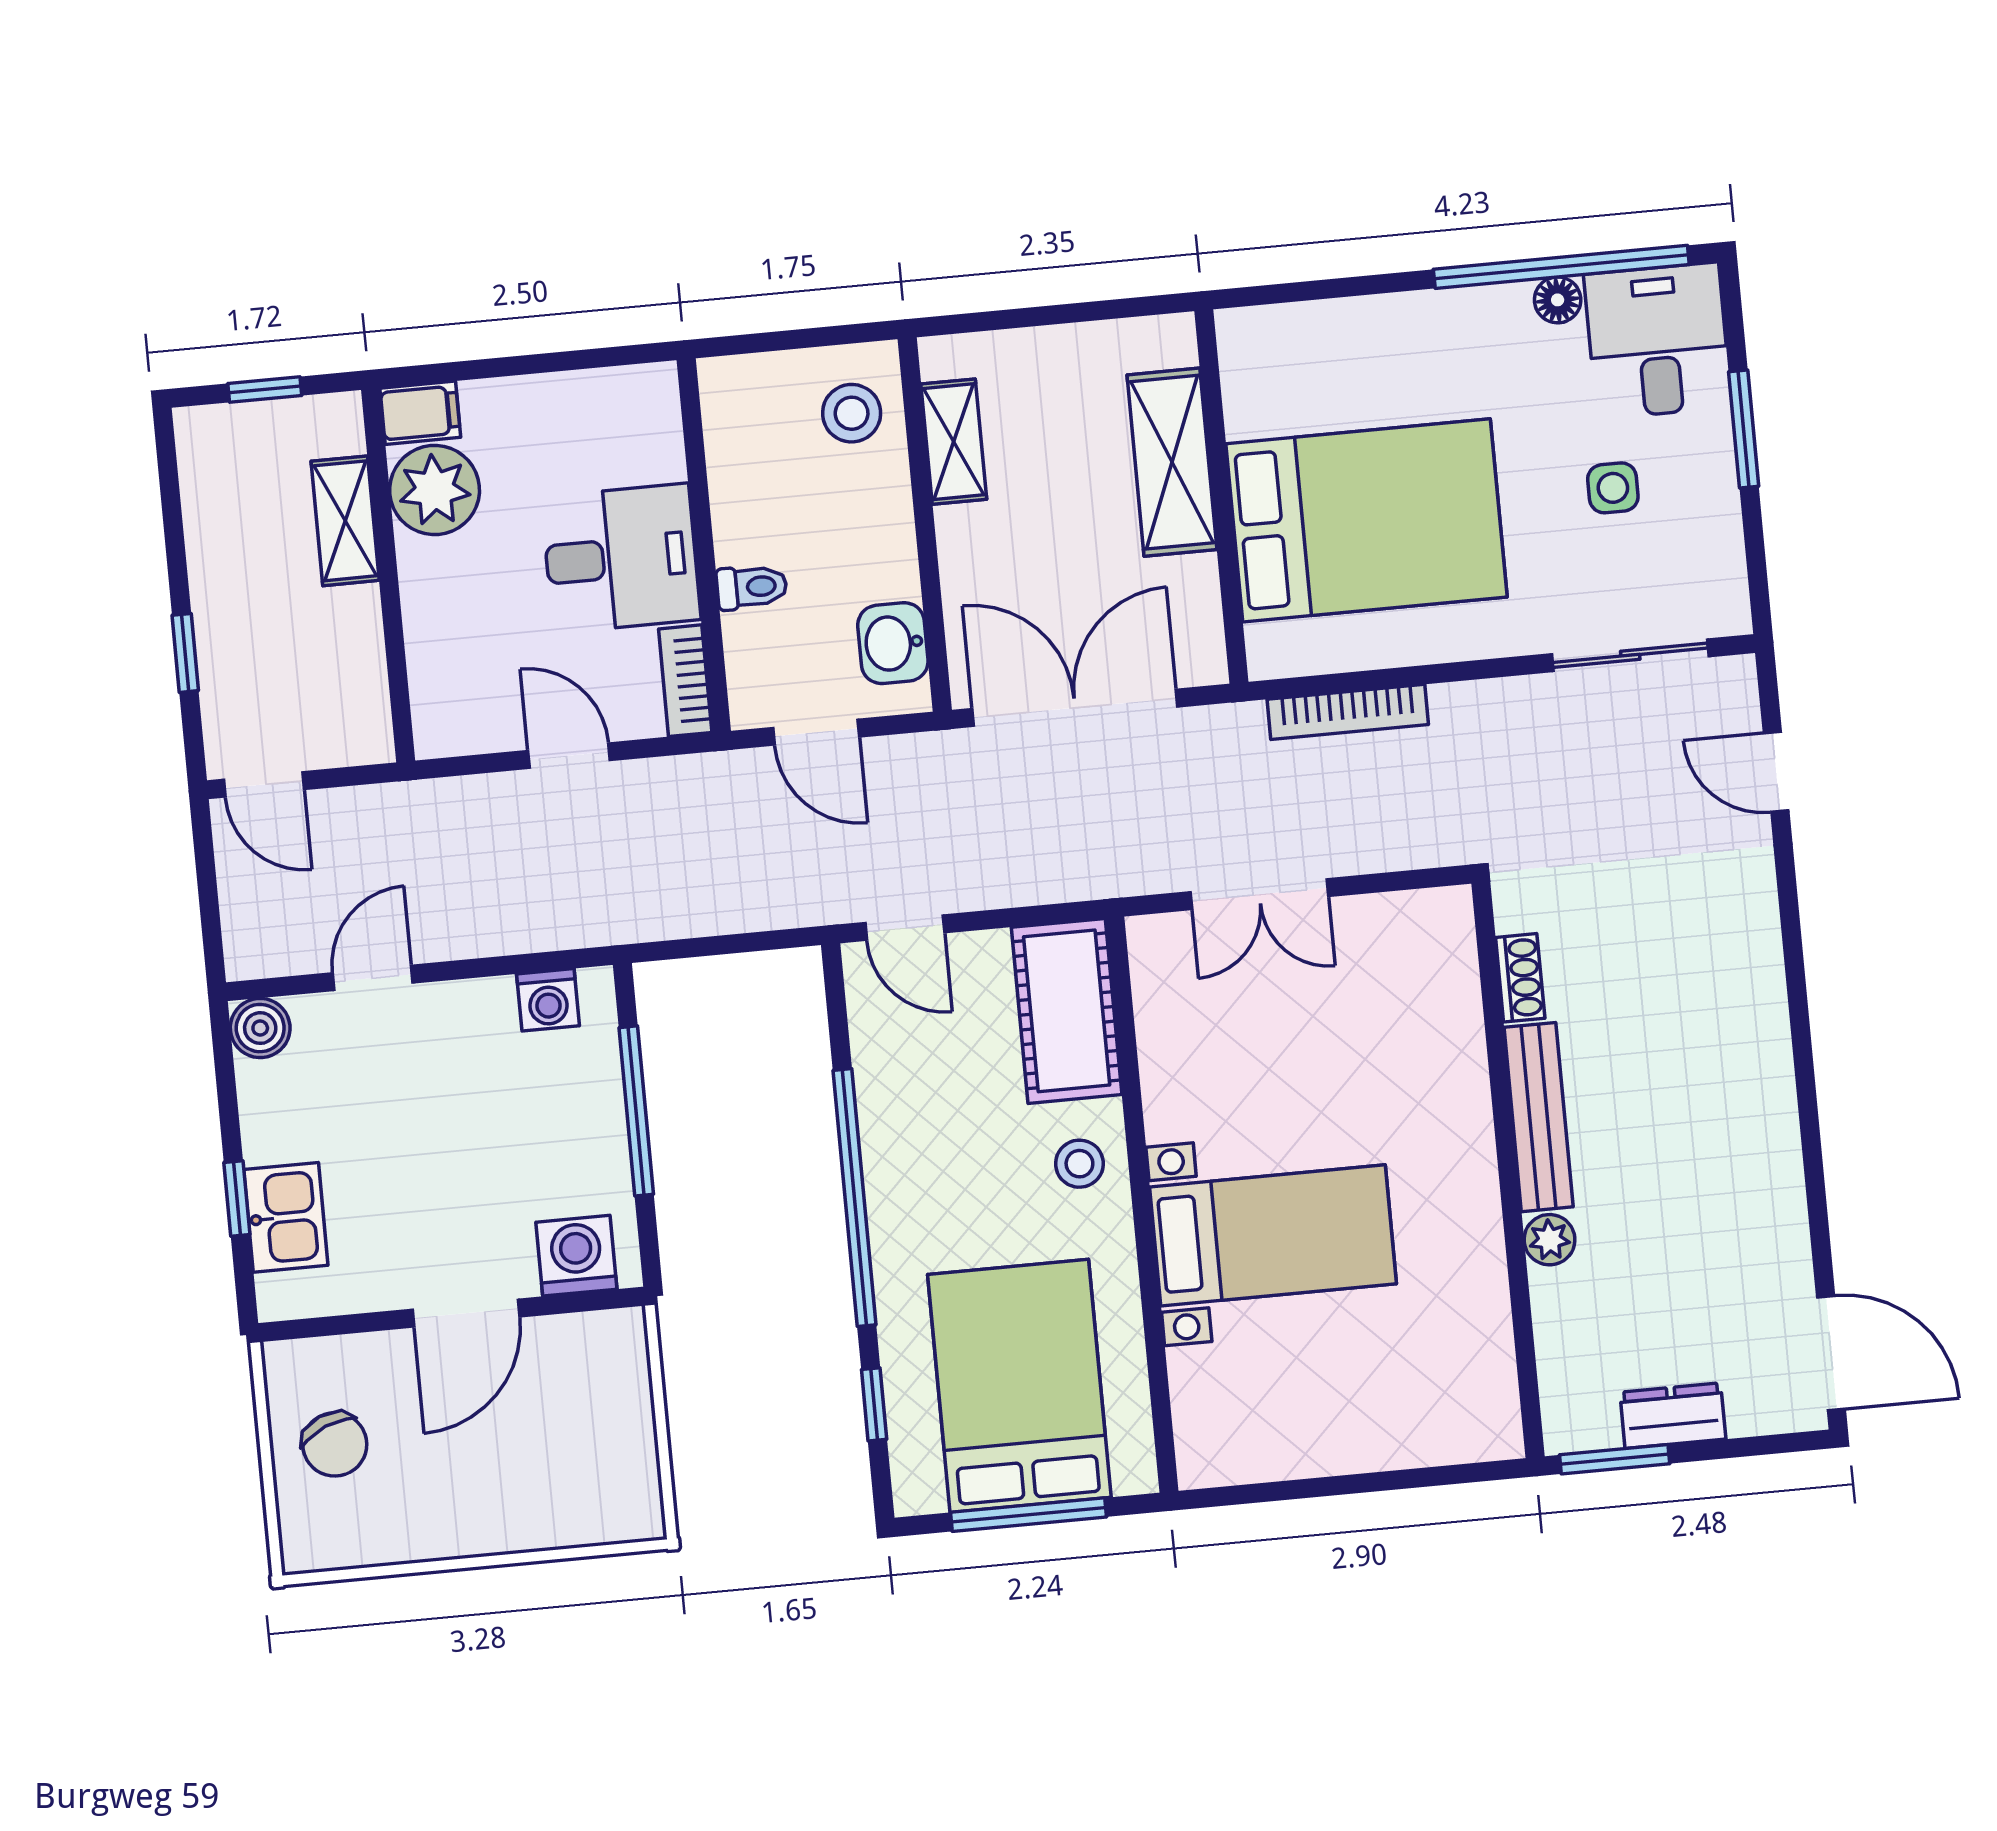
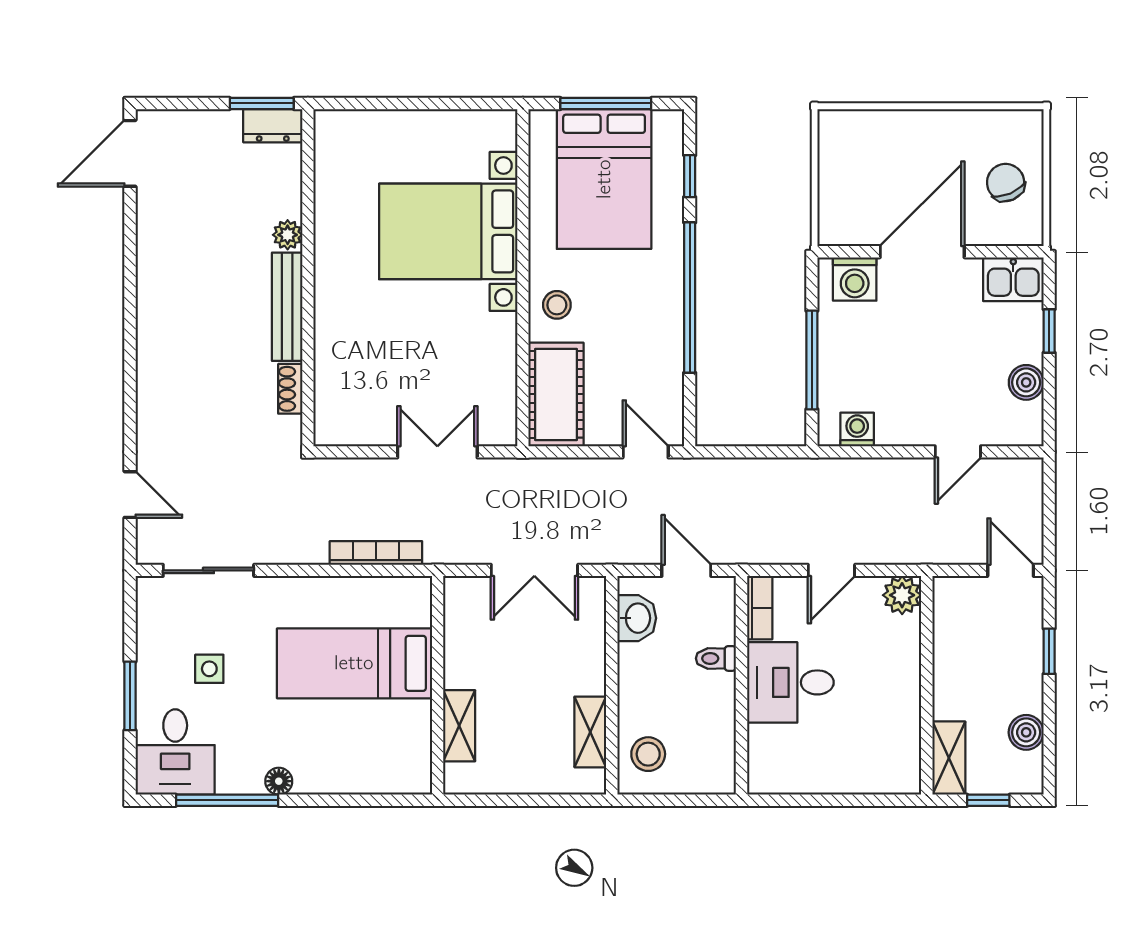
window: (1561, 267) -> (227, 800), width x0.68
floor lamp: (1558, 300) -> (279, 781), moved
filing cabinet: (420, 413) -> (899, 778), removed
shelving: (1172, 462) -> (459, 726), width x0.67, depth x0.75
plant: (435, 490) -> (902, 595), moved, width x0.73, depth x0.73
boiler: (211, 511) -> (1026, 732), added
bed: (1367, 520) -> (354, 663), width x0.67
shelving: (345, 521) -> (949, 758), moved
double door: (1075, 708) -> (534, 570), width x0.73
door: (569, 756) -> (831, 570), hinge flipped
boiler: (260, 1028) -> (1026, 382), moved
kitchen sink: (286, 1217) -> (1013, 279), moved, turned -90
bed with nightstands: (1273, 1235) -> (448, 231), width x1.36
door: (466, 1313) -> (922, 252), width x1.36
door: (1831, 1353) -> (130, 153), hinge flipped
dresser: (1673, 1416) -> (273, 126), moved

